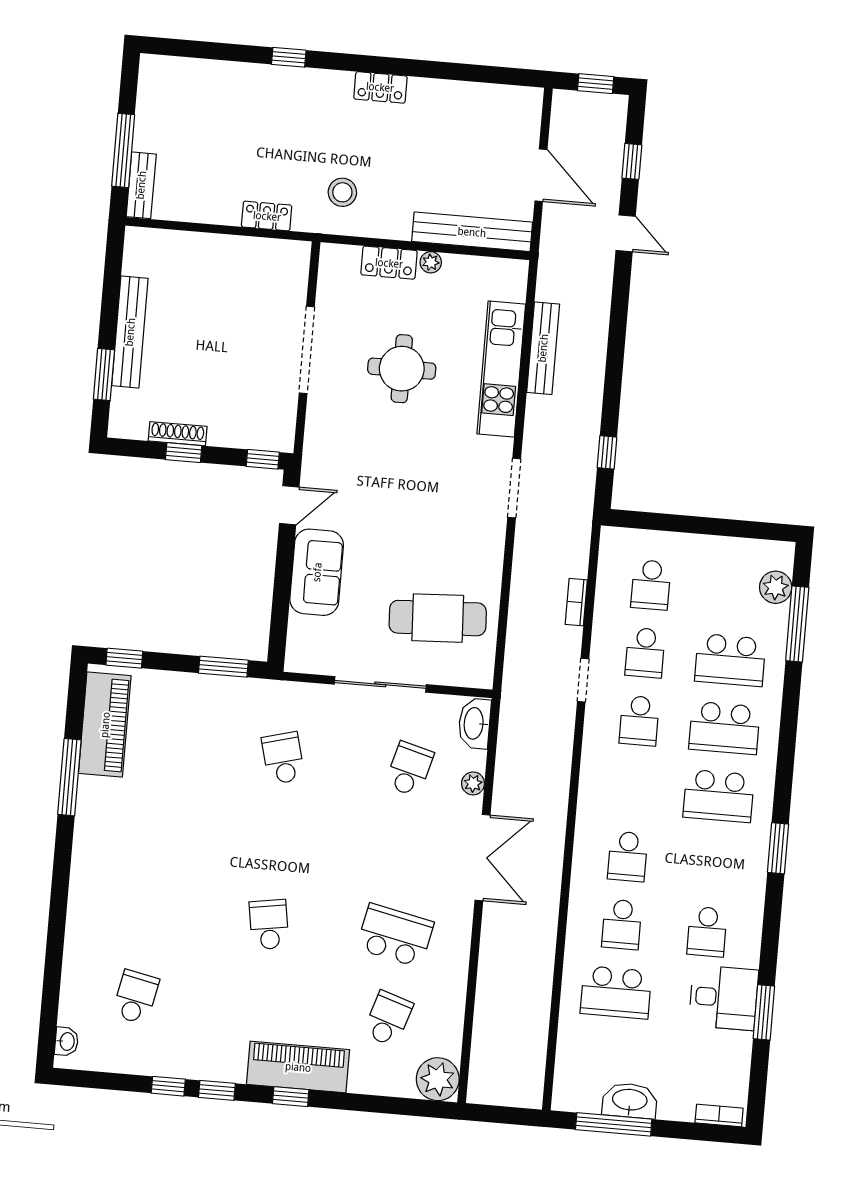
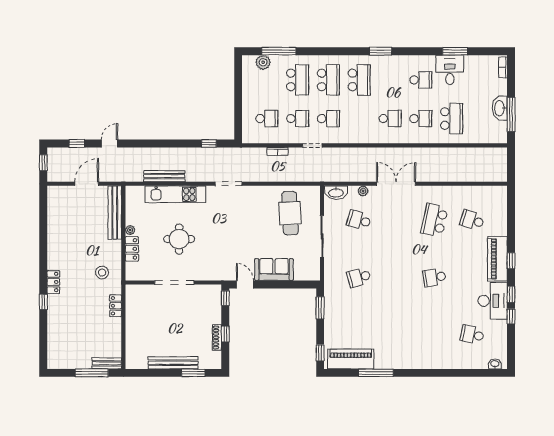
locker: (380, 87) -> (53, 282), moved
desk: (206, 1049) -> (493, 301), added
plant: (438, 1079) -> (498, 195), removed

